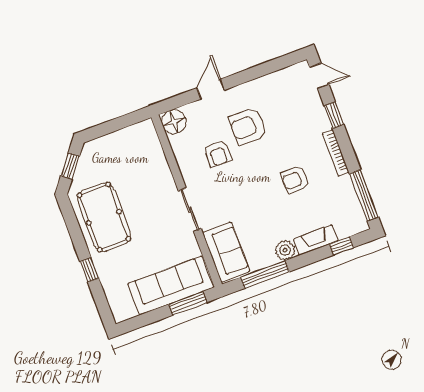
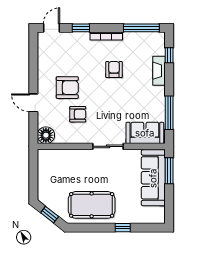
armchair: (248, 126) -> (67, 88), turned -90
armchair: (295, 180) -> (114, 69), turned 180
plant: (285, 250) -> (158, 93), removed

